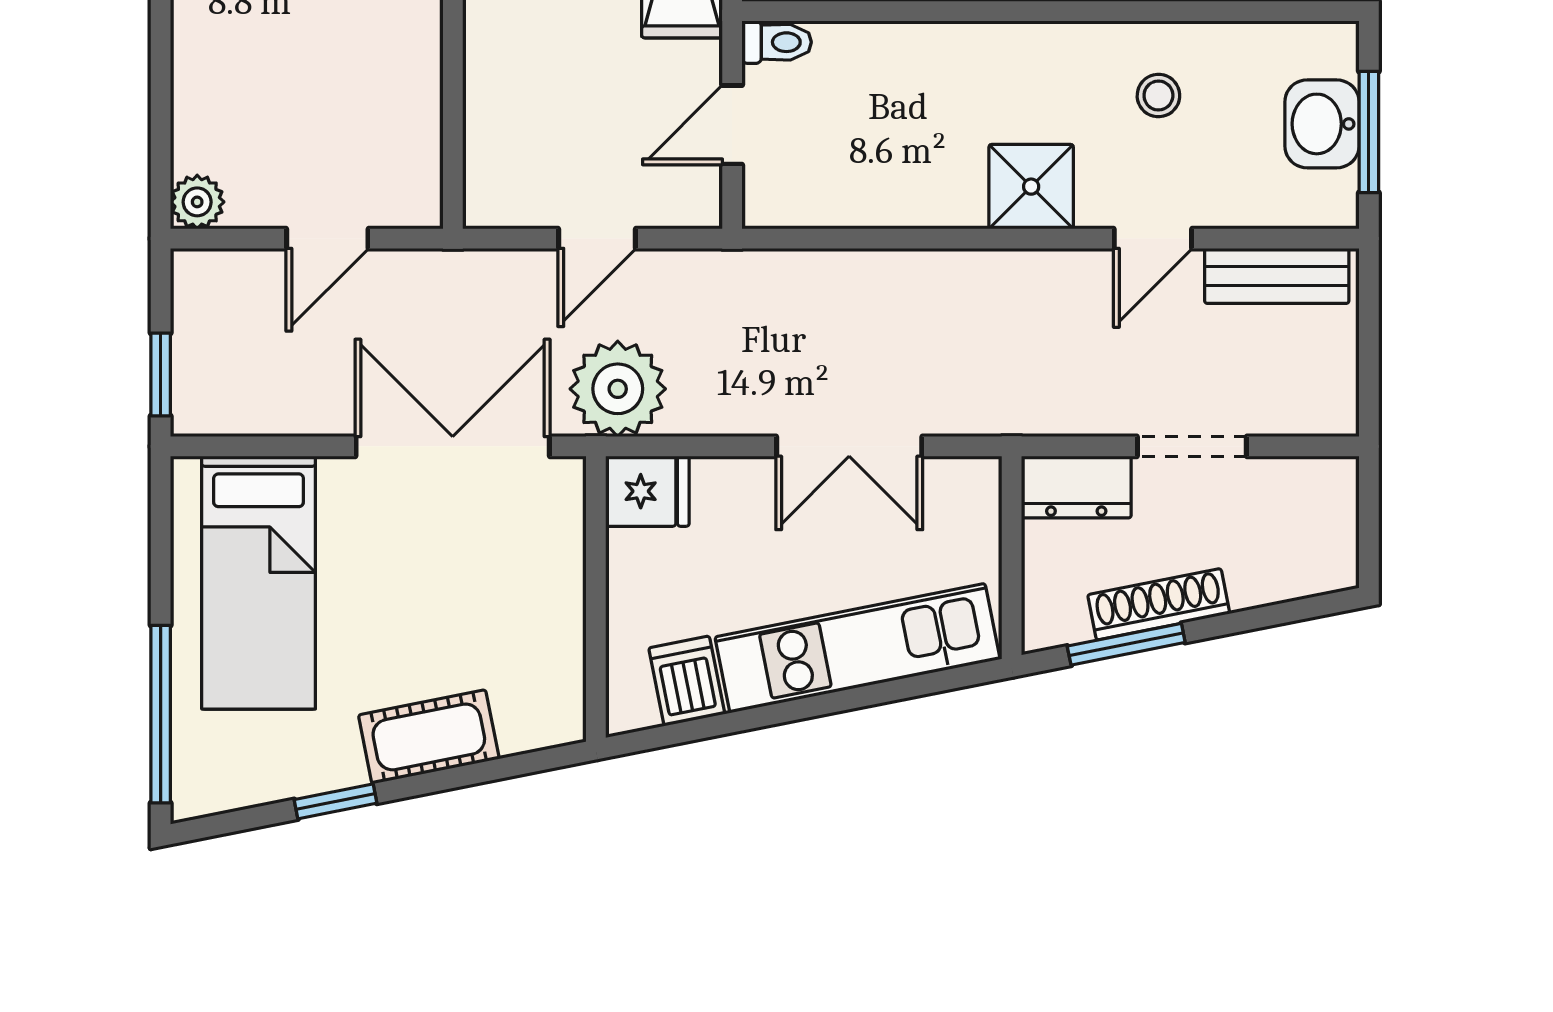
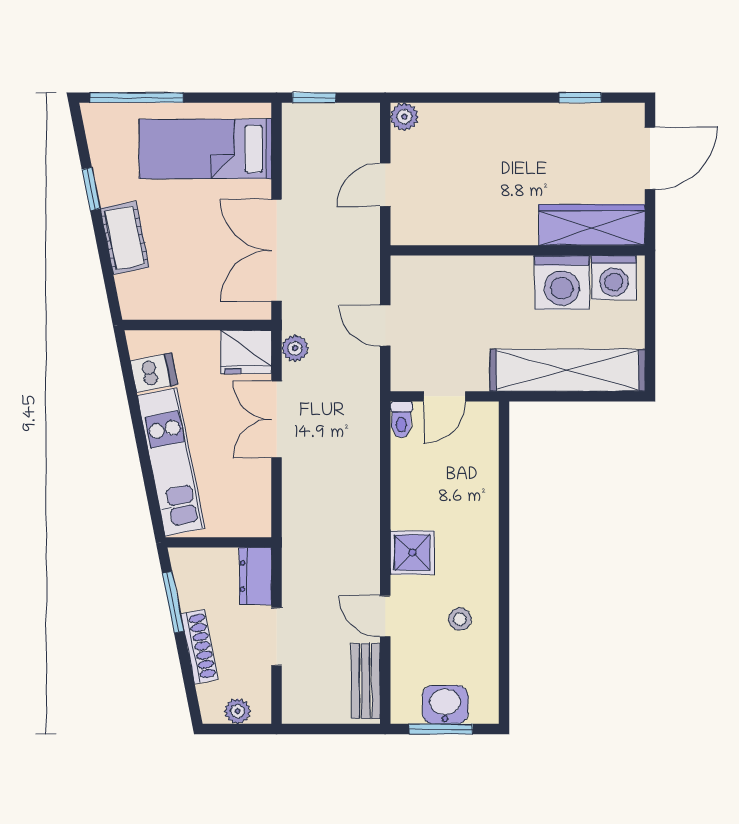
toilet: (777, 42) -> (401, 420), moved
door: (732, 125) -> (445, 396), swing flipped
door: (327, 239) -> (385, 185), hinge flipped
plant: (618, 389) -> (295, 348), width x0.53, depth x0.53
double door: (453, 446) -> (277, 250), swing flipped
double door: (849, 446) -> (277, 419), moved
fridge: (647, 491) -> (246, 352), width x1.38
plant: (1335, 521) -> (238, 711), added
shoe rack: (1159, 604) -> (199, 647), moved

